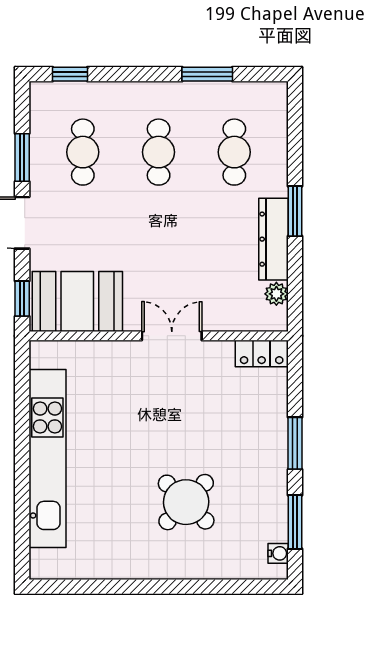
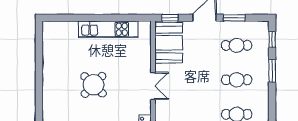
window: (207, 74) -> (272, 71), moved
kitchen unit: (47, 458) -> (108, 29), width x0.73
round table: (186, 502) -> (93, 85), moved

